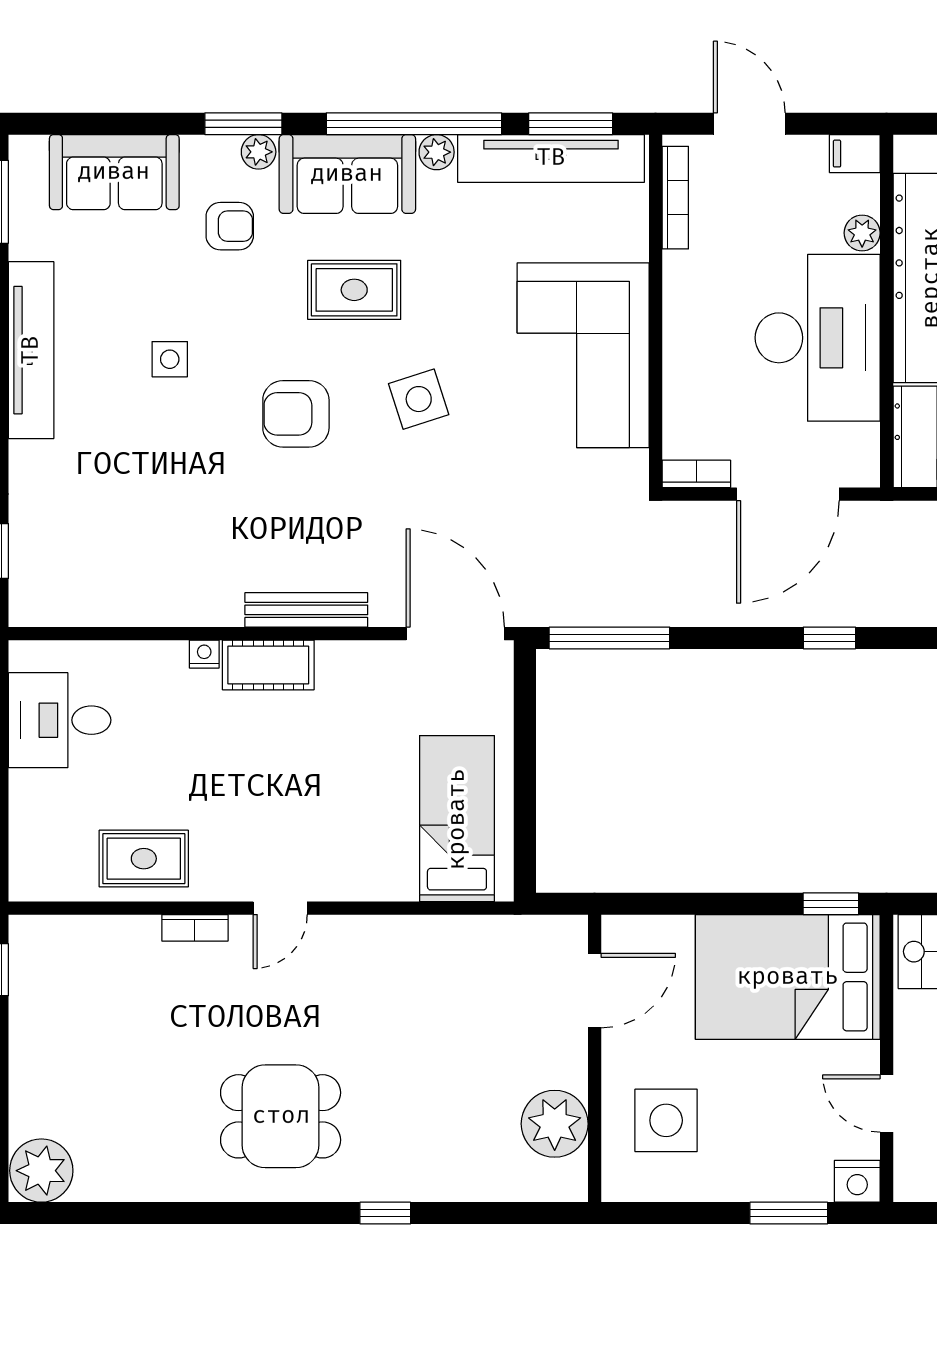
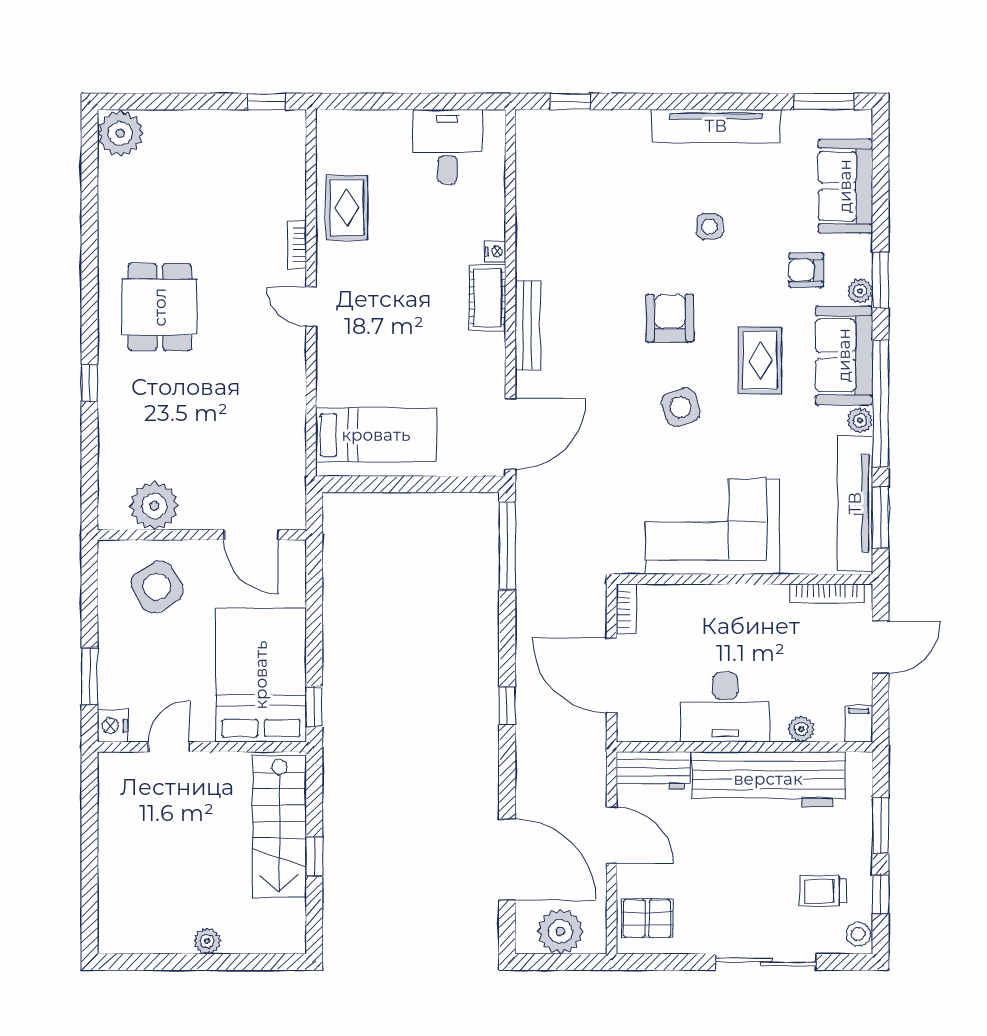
armchair: (230, 226) -> (806, 270), turned 90
desk: (818, 338) -> (725, 707), width x0.73, depth x0.77
side table: (666, 1120) -> (157, 587), turned -31

